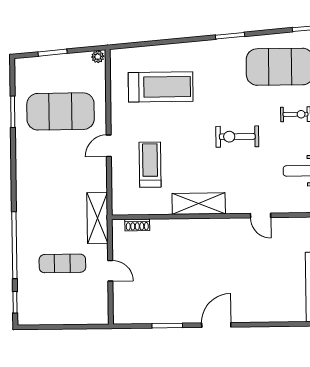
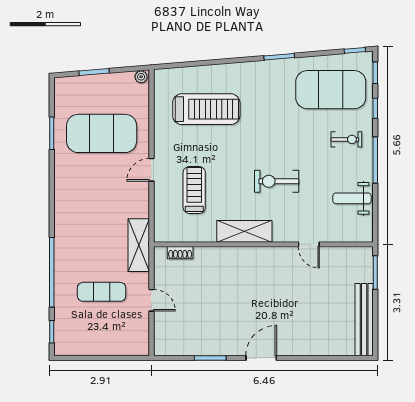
exercise bike: (237, 137) -> (277, 181), moved

